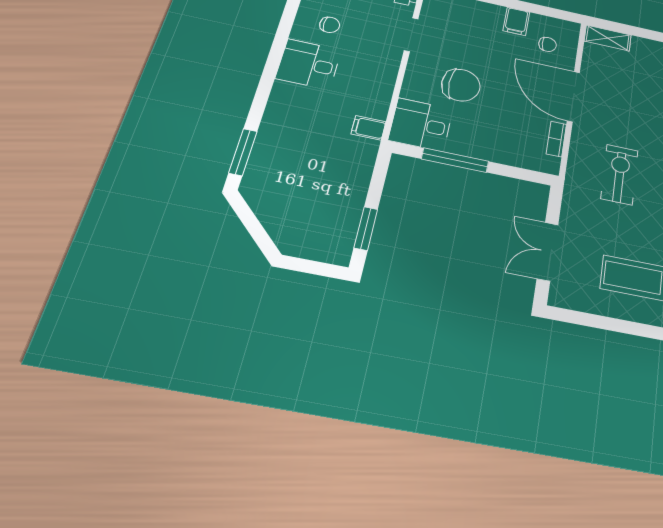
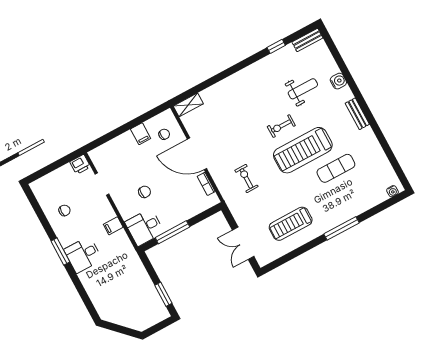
desk: (309, 64) -> (83, 255), moved
chair: (461, 85) -> (145, 192), width x0.54, depth x0.54
filing cabinet: (368, 128) -> (113, 226), moved
window: (243, 152) -> (60, 252), moved
exercise bike: (620, 174) -> (246, 178), width x0.73, depth x0.72

